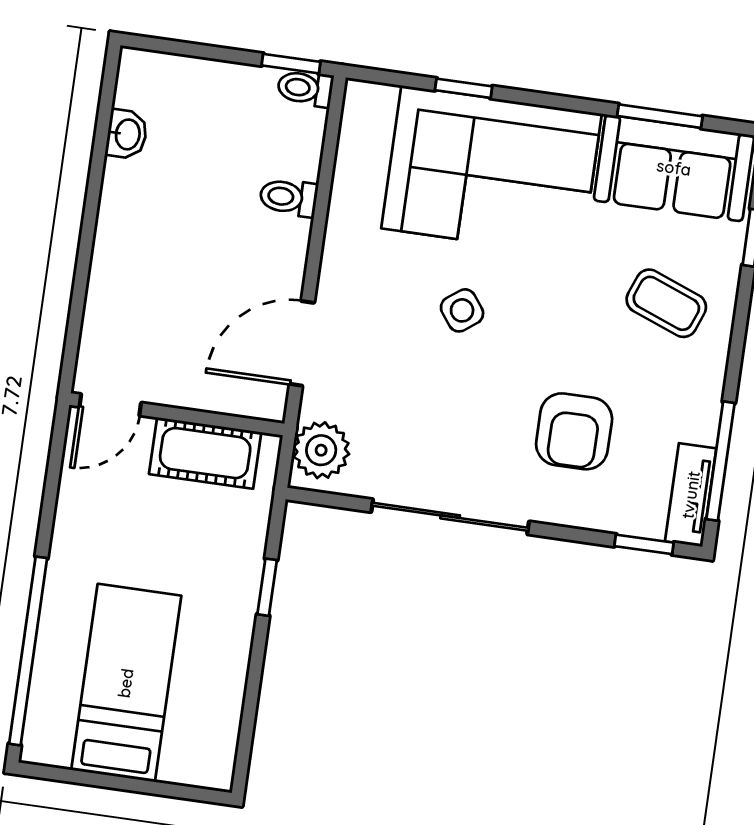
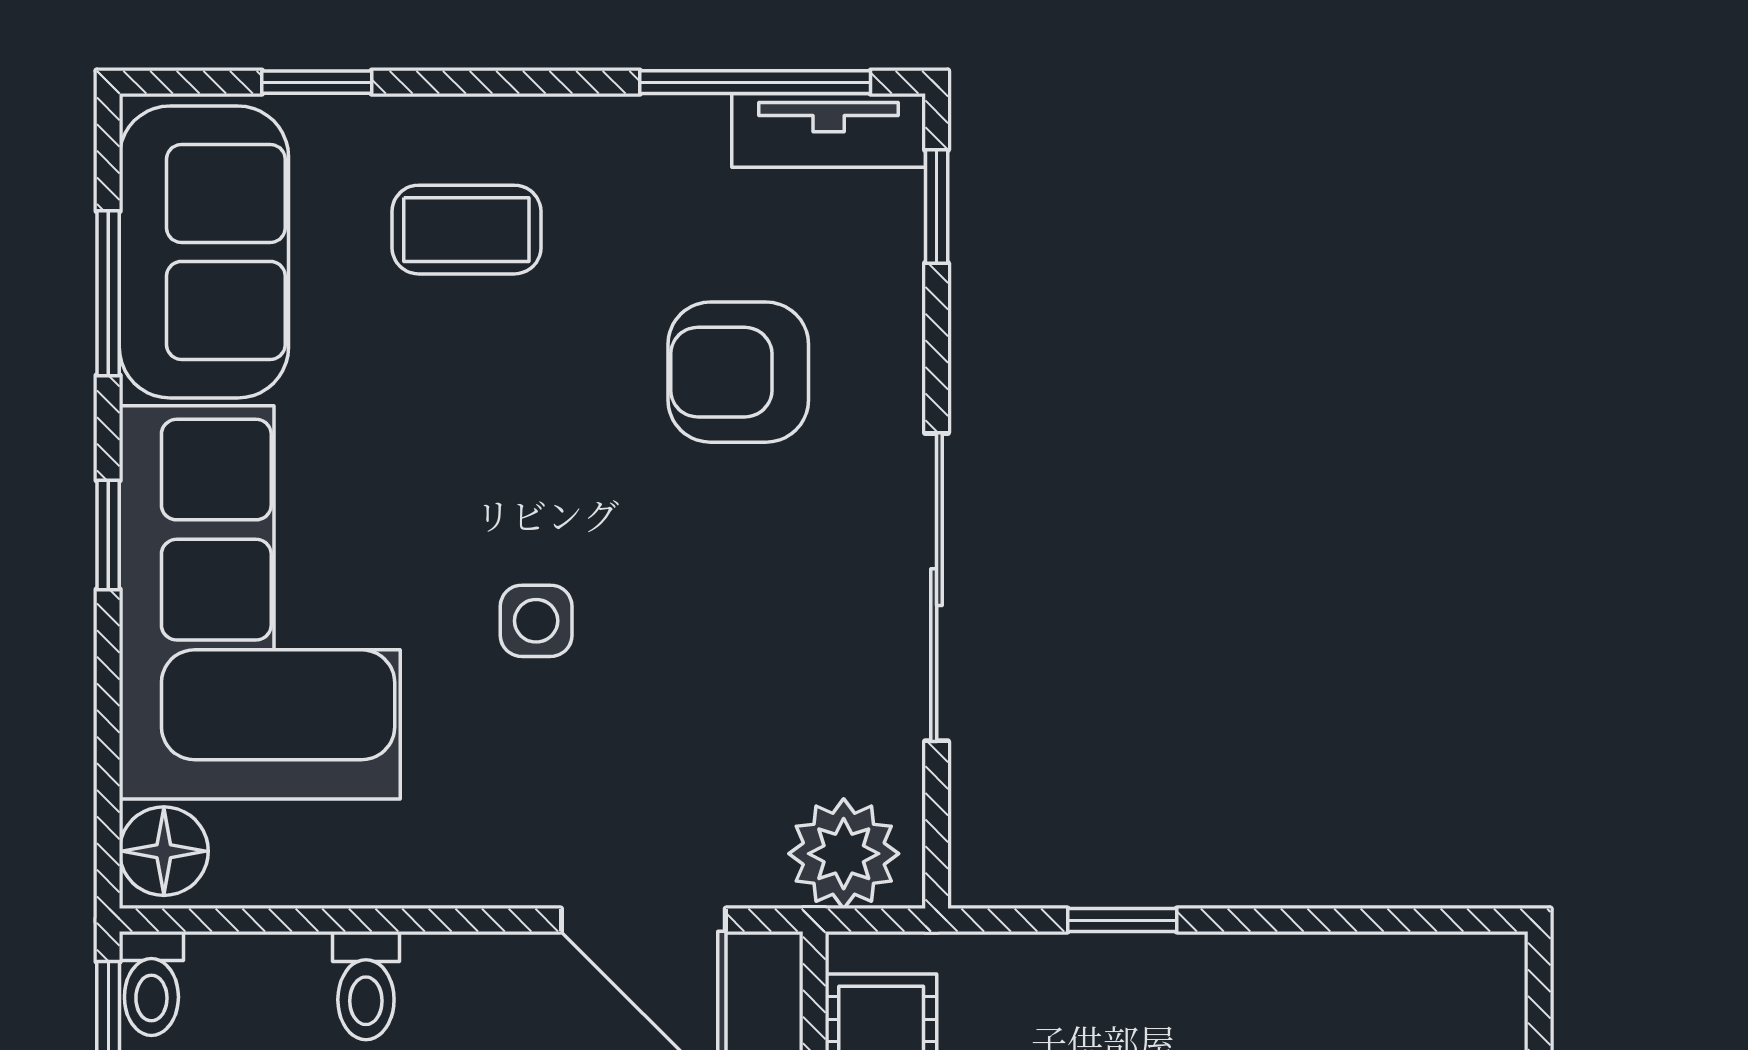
window: (464, 88) -> (108, 535), moved
floor lamp: (372, 104) -> (164, 851), added
coffee table: (666, 303) -> (466, 230), turned 69
side table: (462, 310) -> (536, 621), turned 37
armchair: (574, 431) -> (738, 372), turned 180

